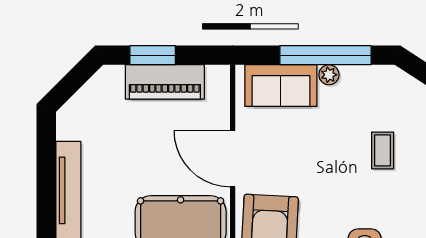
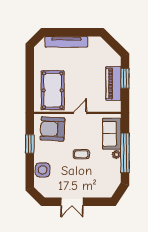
coffee table: (383, 150) -> (81, 154), moved
door: (233, 159) -> (80, 113), width x0.53

